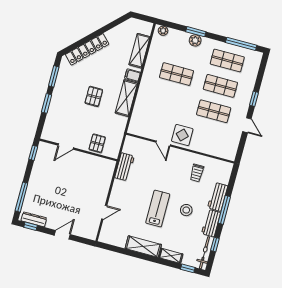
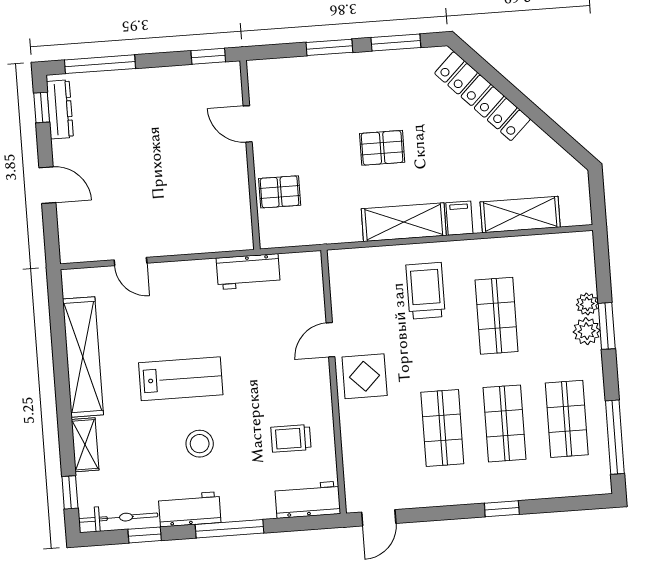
plant: (163, 31) -> (587, 304), moved
trolley: (157, 99) -> (426, 291), added
door: (247, 125) -> (379, 518), moved
workbench: (218, 197) -> (308, 500), moved
shelving: (143, 247) -> (83, 357), width x1.47

